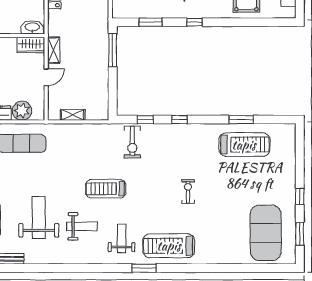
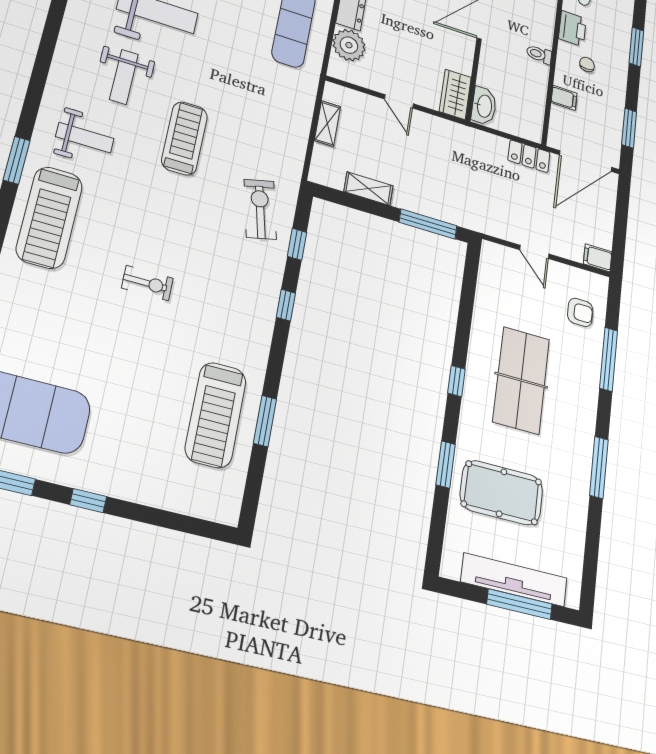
window: (151, 22) -> (446, 464), moved
shelving: (54, 50) -> (368, 189), moved
exercise bike: (132, 142) -> (260, 209), turned 77
treadmill: (169, 246) -> (49, 217), turned 180

